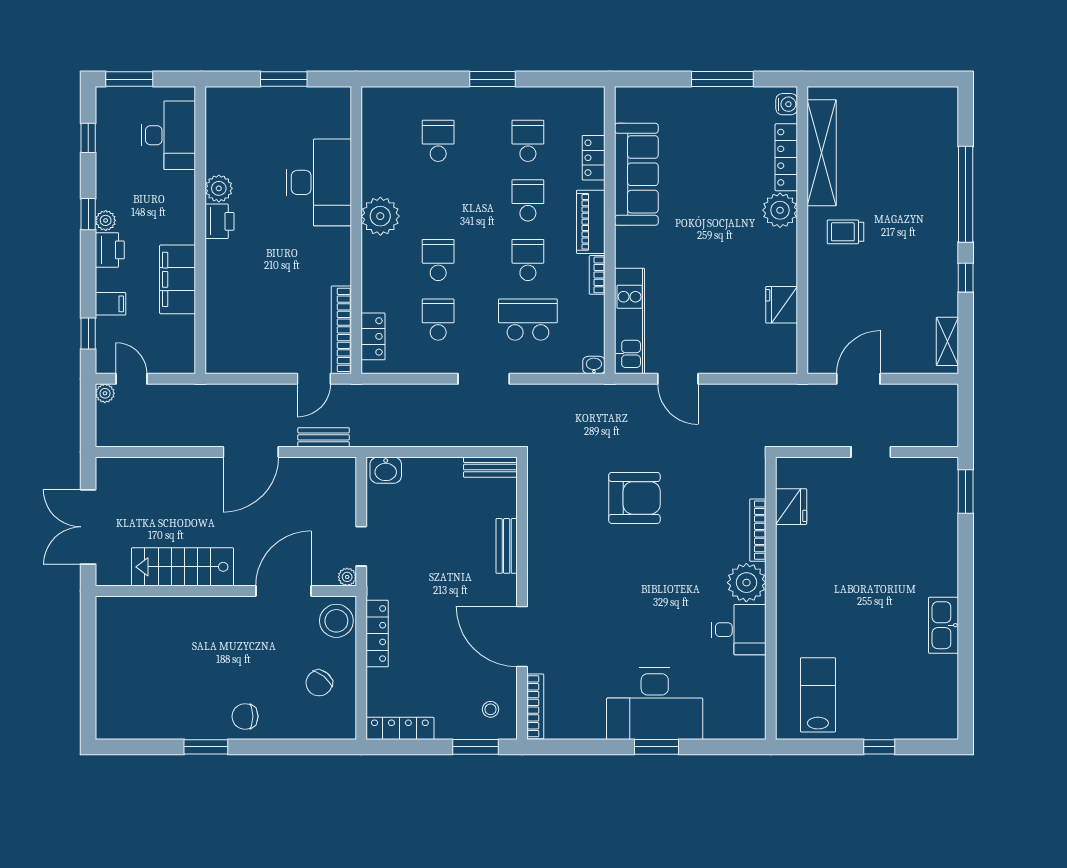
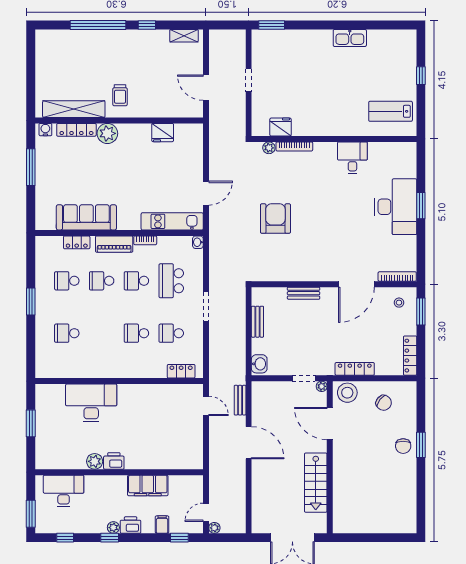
plant: (380, 216) -> (111, 367), removed
bookcase: (341, 330) -> (177, 390), removed
bench: (490, 467) -> (257, 322), moved
plant: (746, 583) -> (269, 148), moved, width x0.53, depth x0.53
window: (206, 747) -> (421, 445), moved

